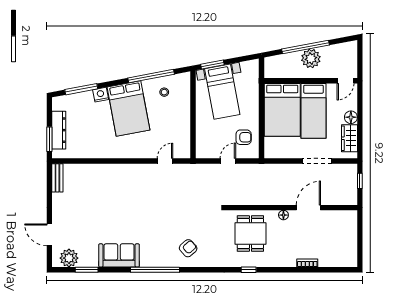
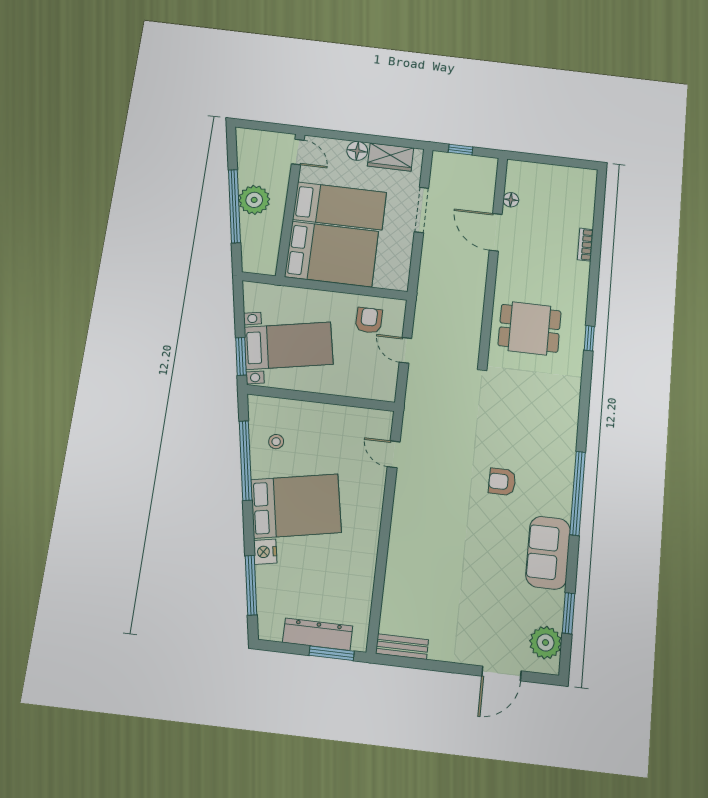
floor lamp: (283, 215) -> (511, 200), moved
armchair: (188, 248) -> (502, 482), moved, turned -48

